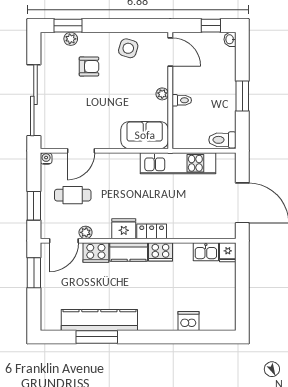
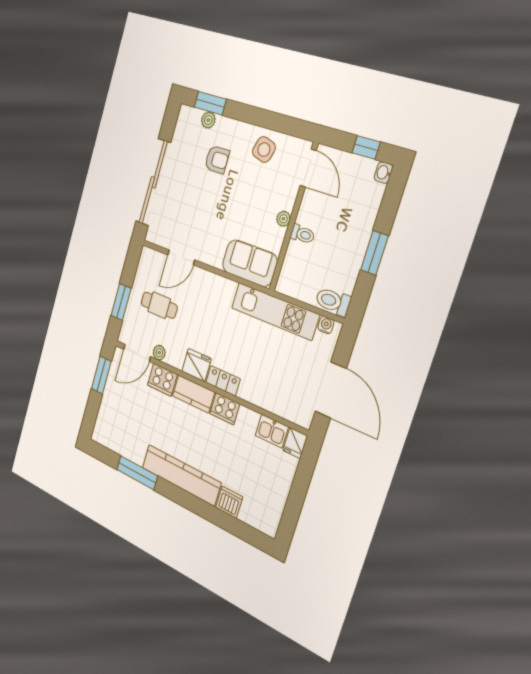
water cooler: (46, 158) -> (326, 325), moved
kitchen counter: (99, 320) -> (181, 475), moved

